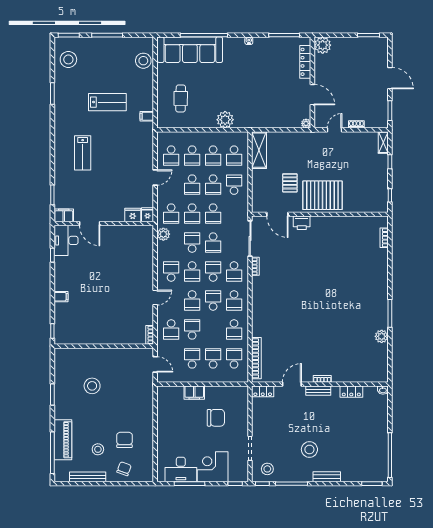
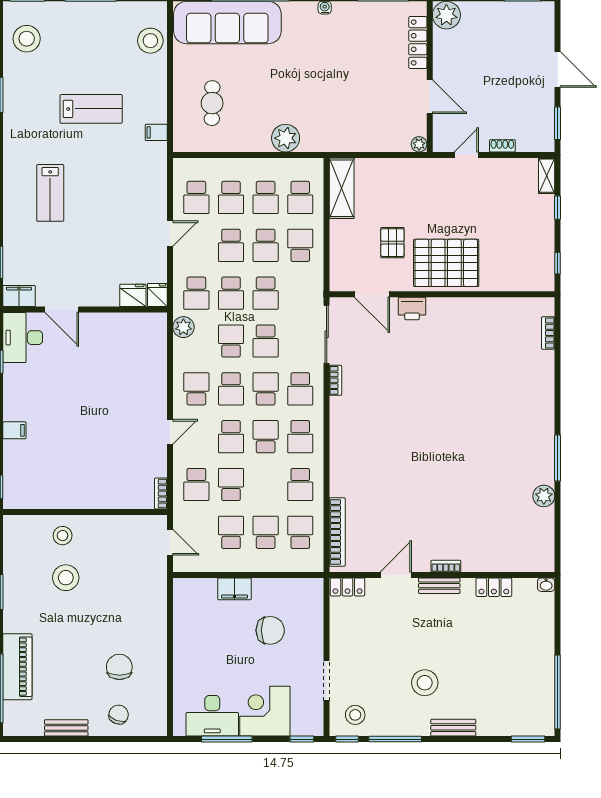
stool: (98, 449) -> (63, 536), moved
bench: (88, 477) -> (66, 728), width x0.73

